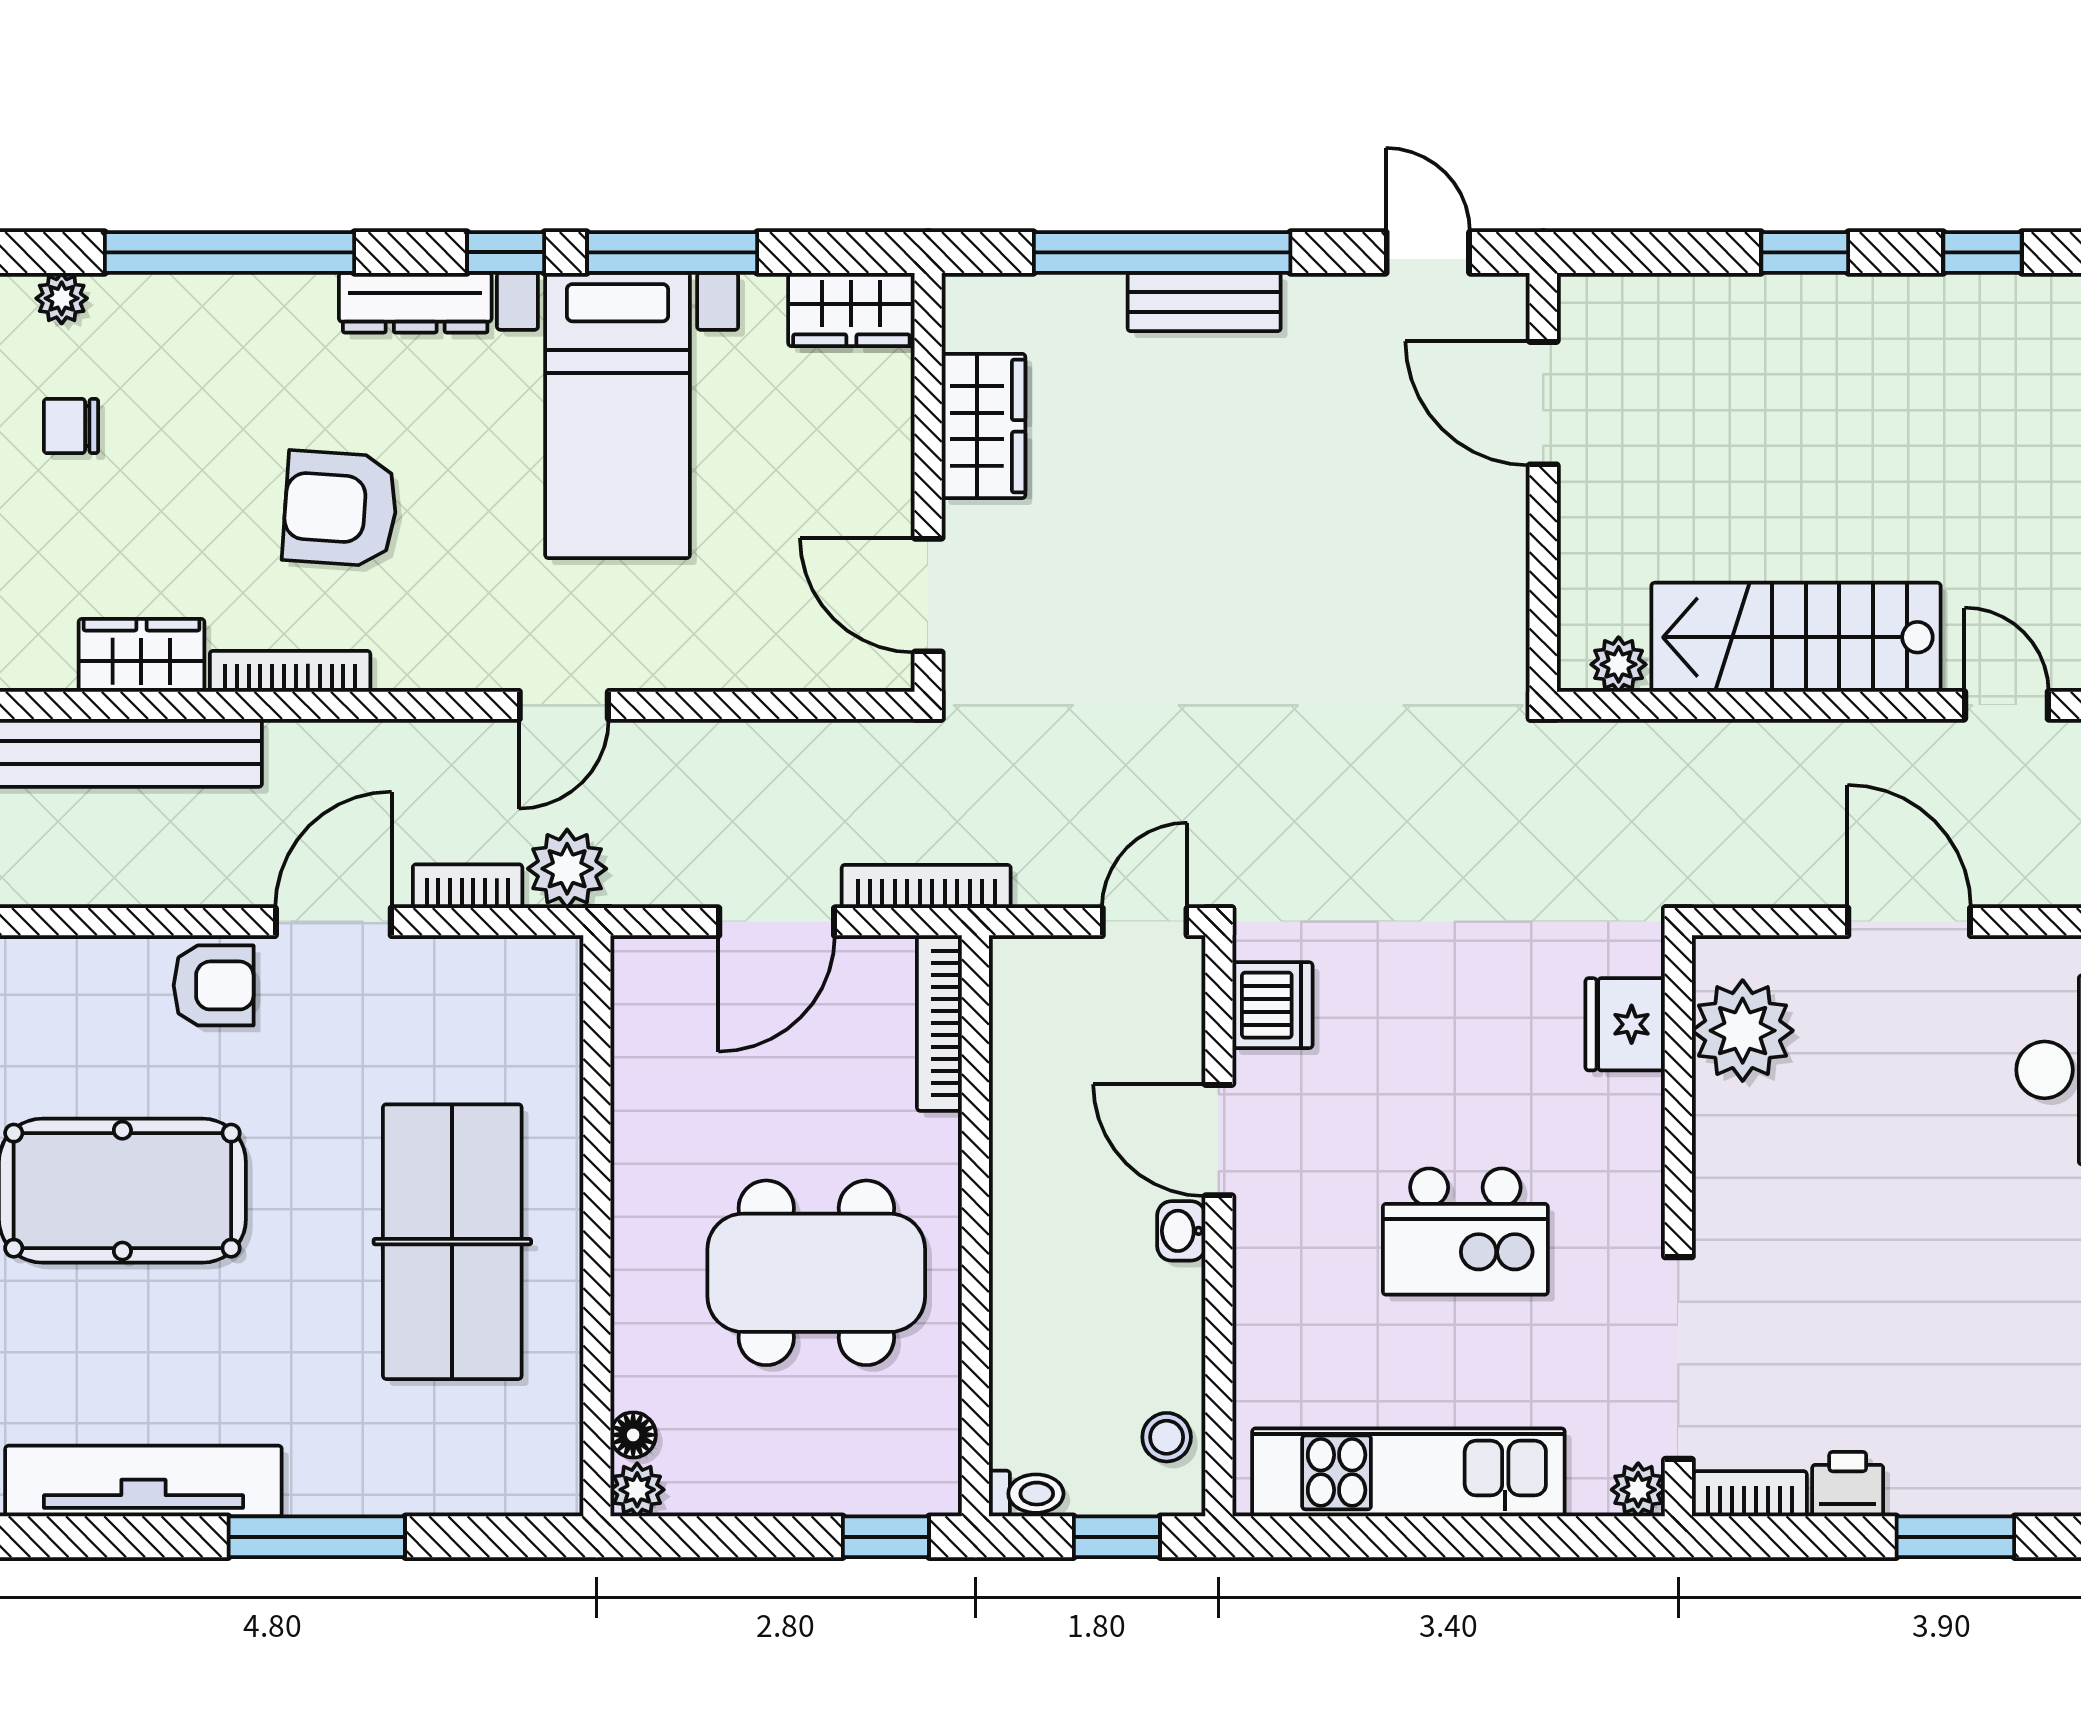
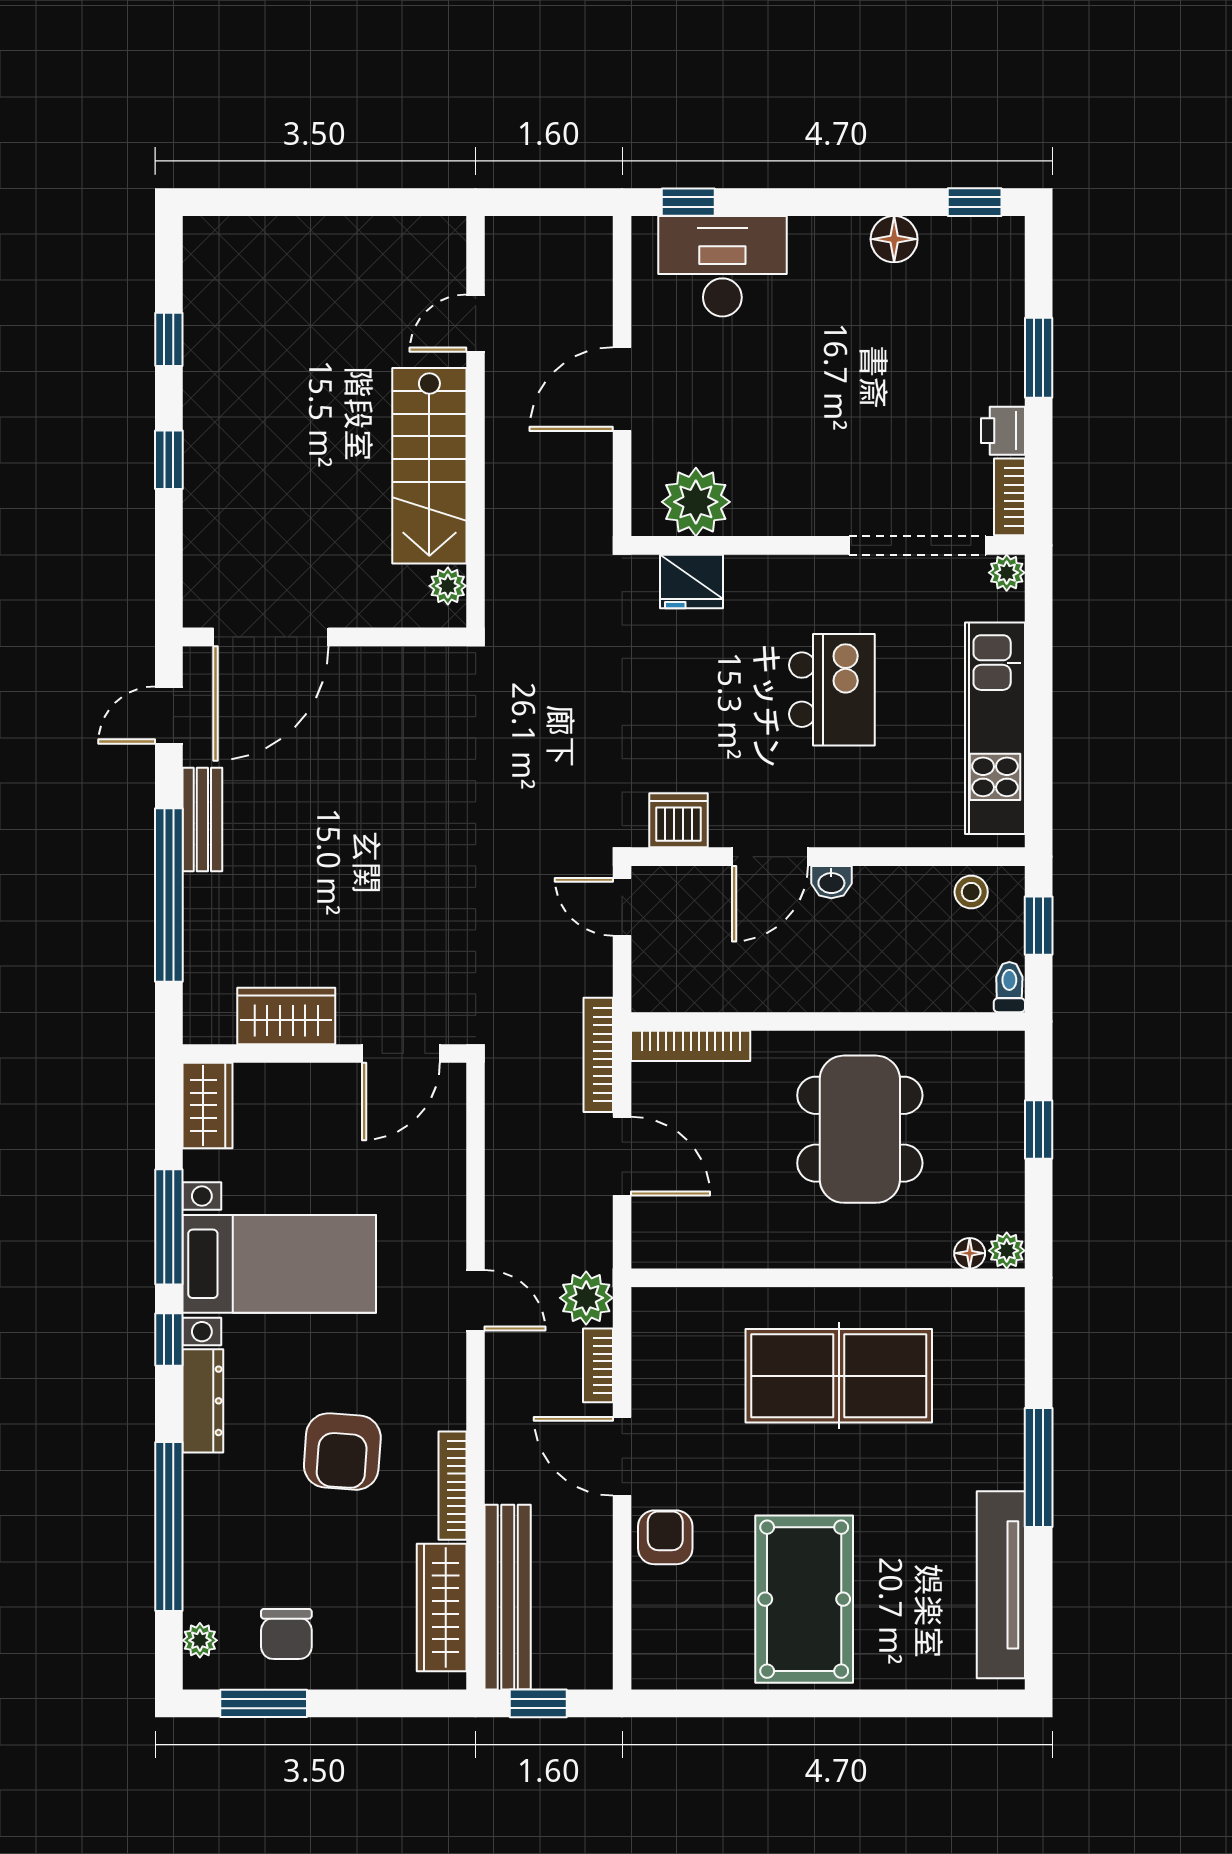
bench: (1204, 302) -> (202, 819), moved
door: (1543, 403) -> (271, 637), width x1.36
chair: (71, 426) -> (286, 1634), width x1.37, depth x1.37
wardrobe: (141, 655) -> (442, 1607), width x1.50
window: (886, 1537) -> (1039, 1129), moved

